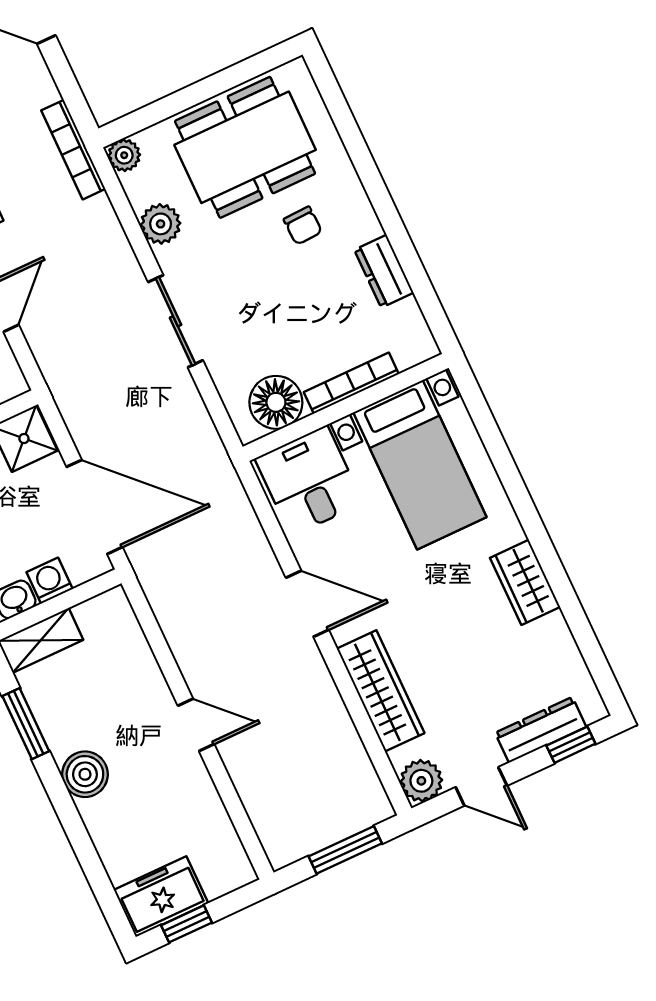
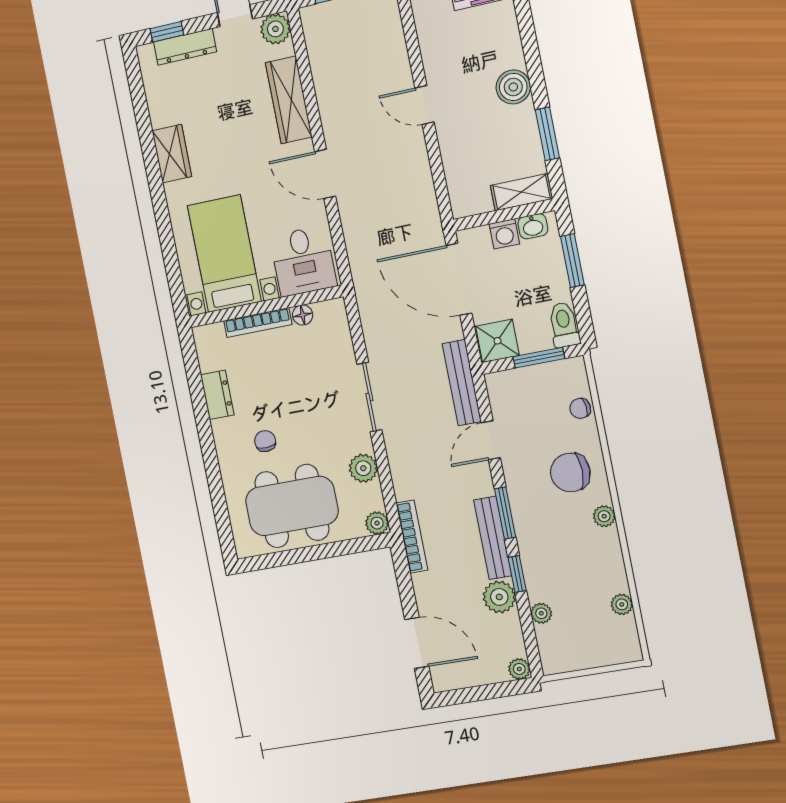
bench: (57, 372) -> (462, 383), added
floor lamp: (276, 402) -> (303, 315), width x0.53, depth x0.53

